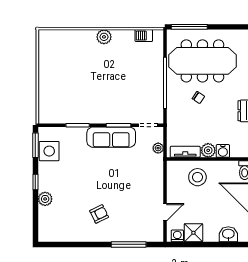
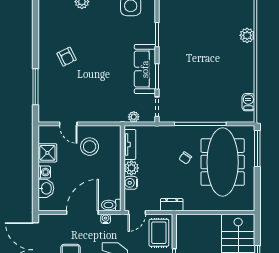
plant: (104, 37) -> (247, 35), moved
stool: (197, 177) -> (90, 147), moved
washing machine: (177, 236) -> (44, 172), moved

